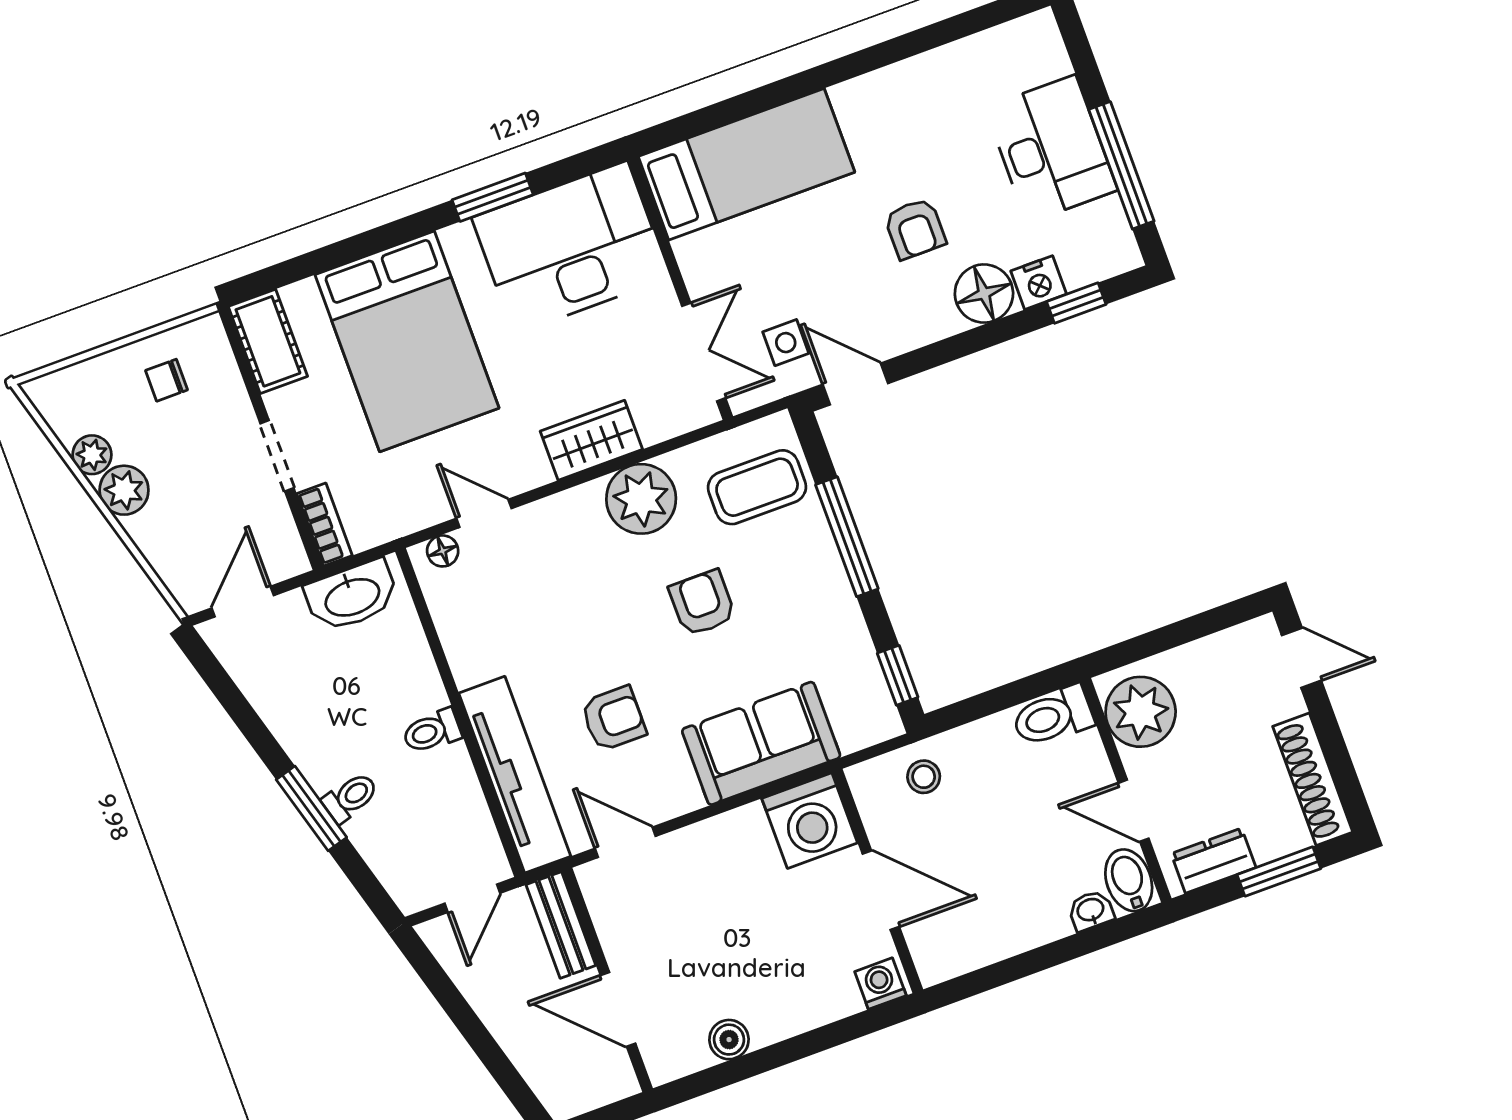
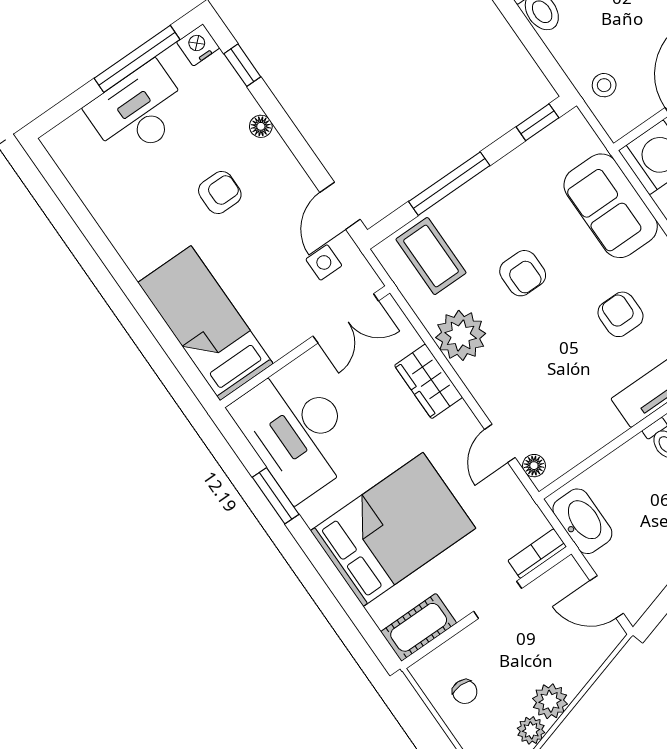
nightstand: (1039, 283) -> (198, 45), moved, turned -90
floor lamp: (984, 294) -> (261, 126), width x0.53, depth x0.53
double door: (704, 352) -> (346, 318), swing flipped
armchair: (702, 603) -> (523, 273), turned -90

